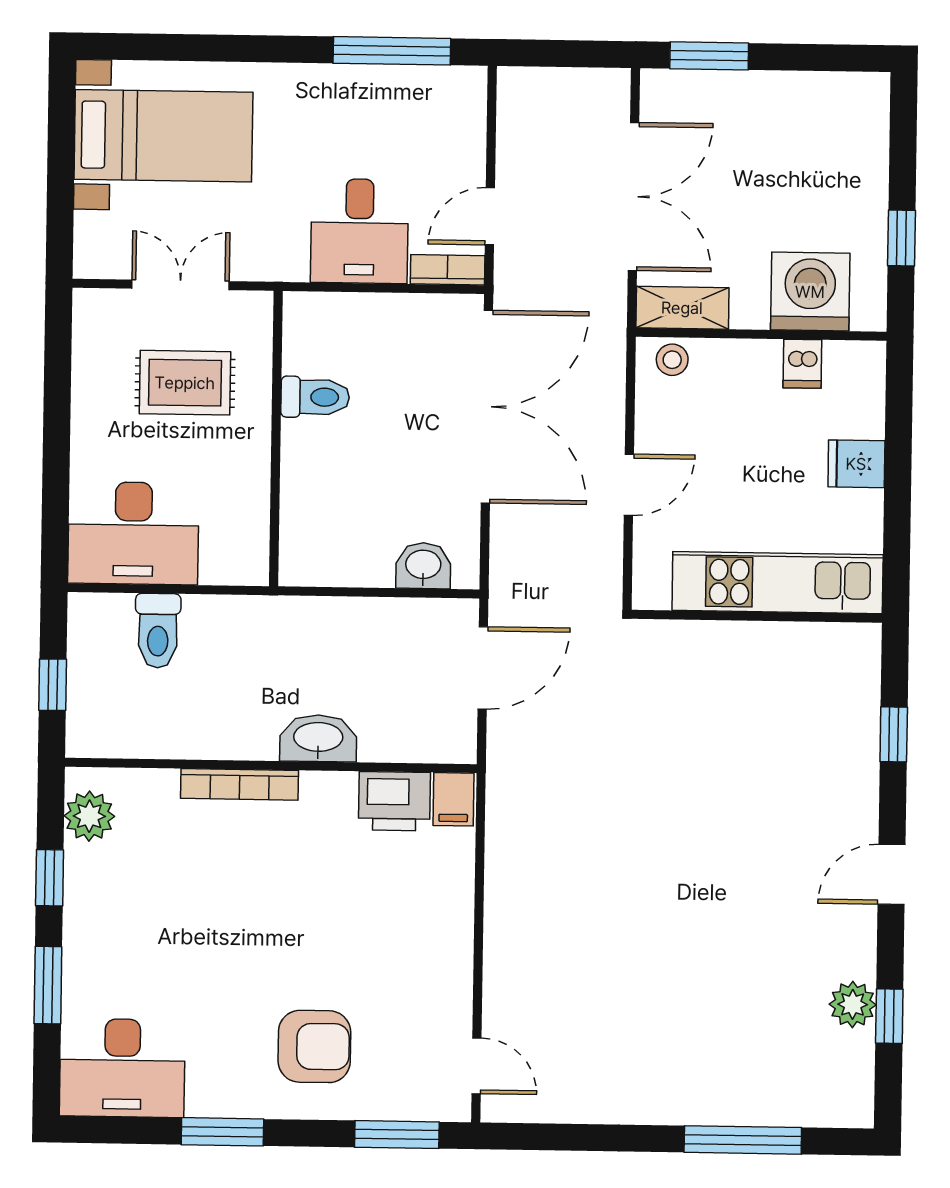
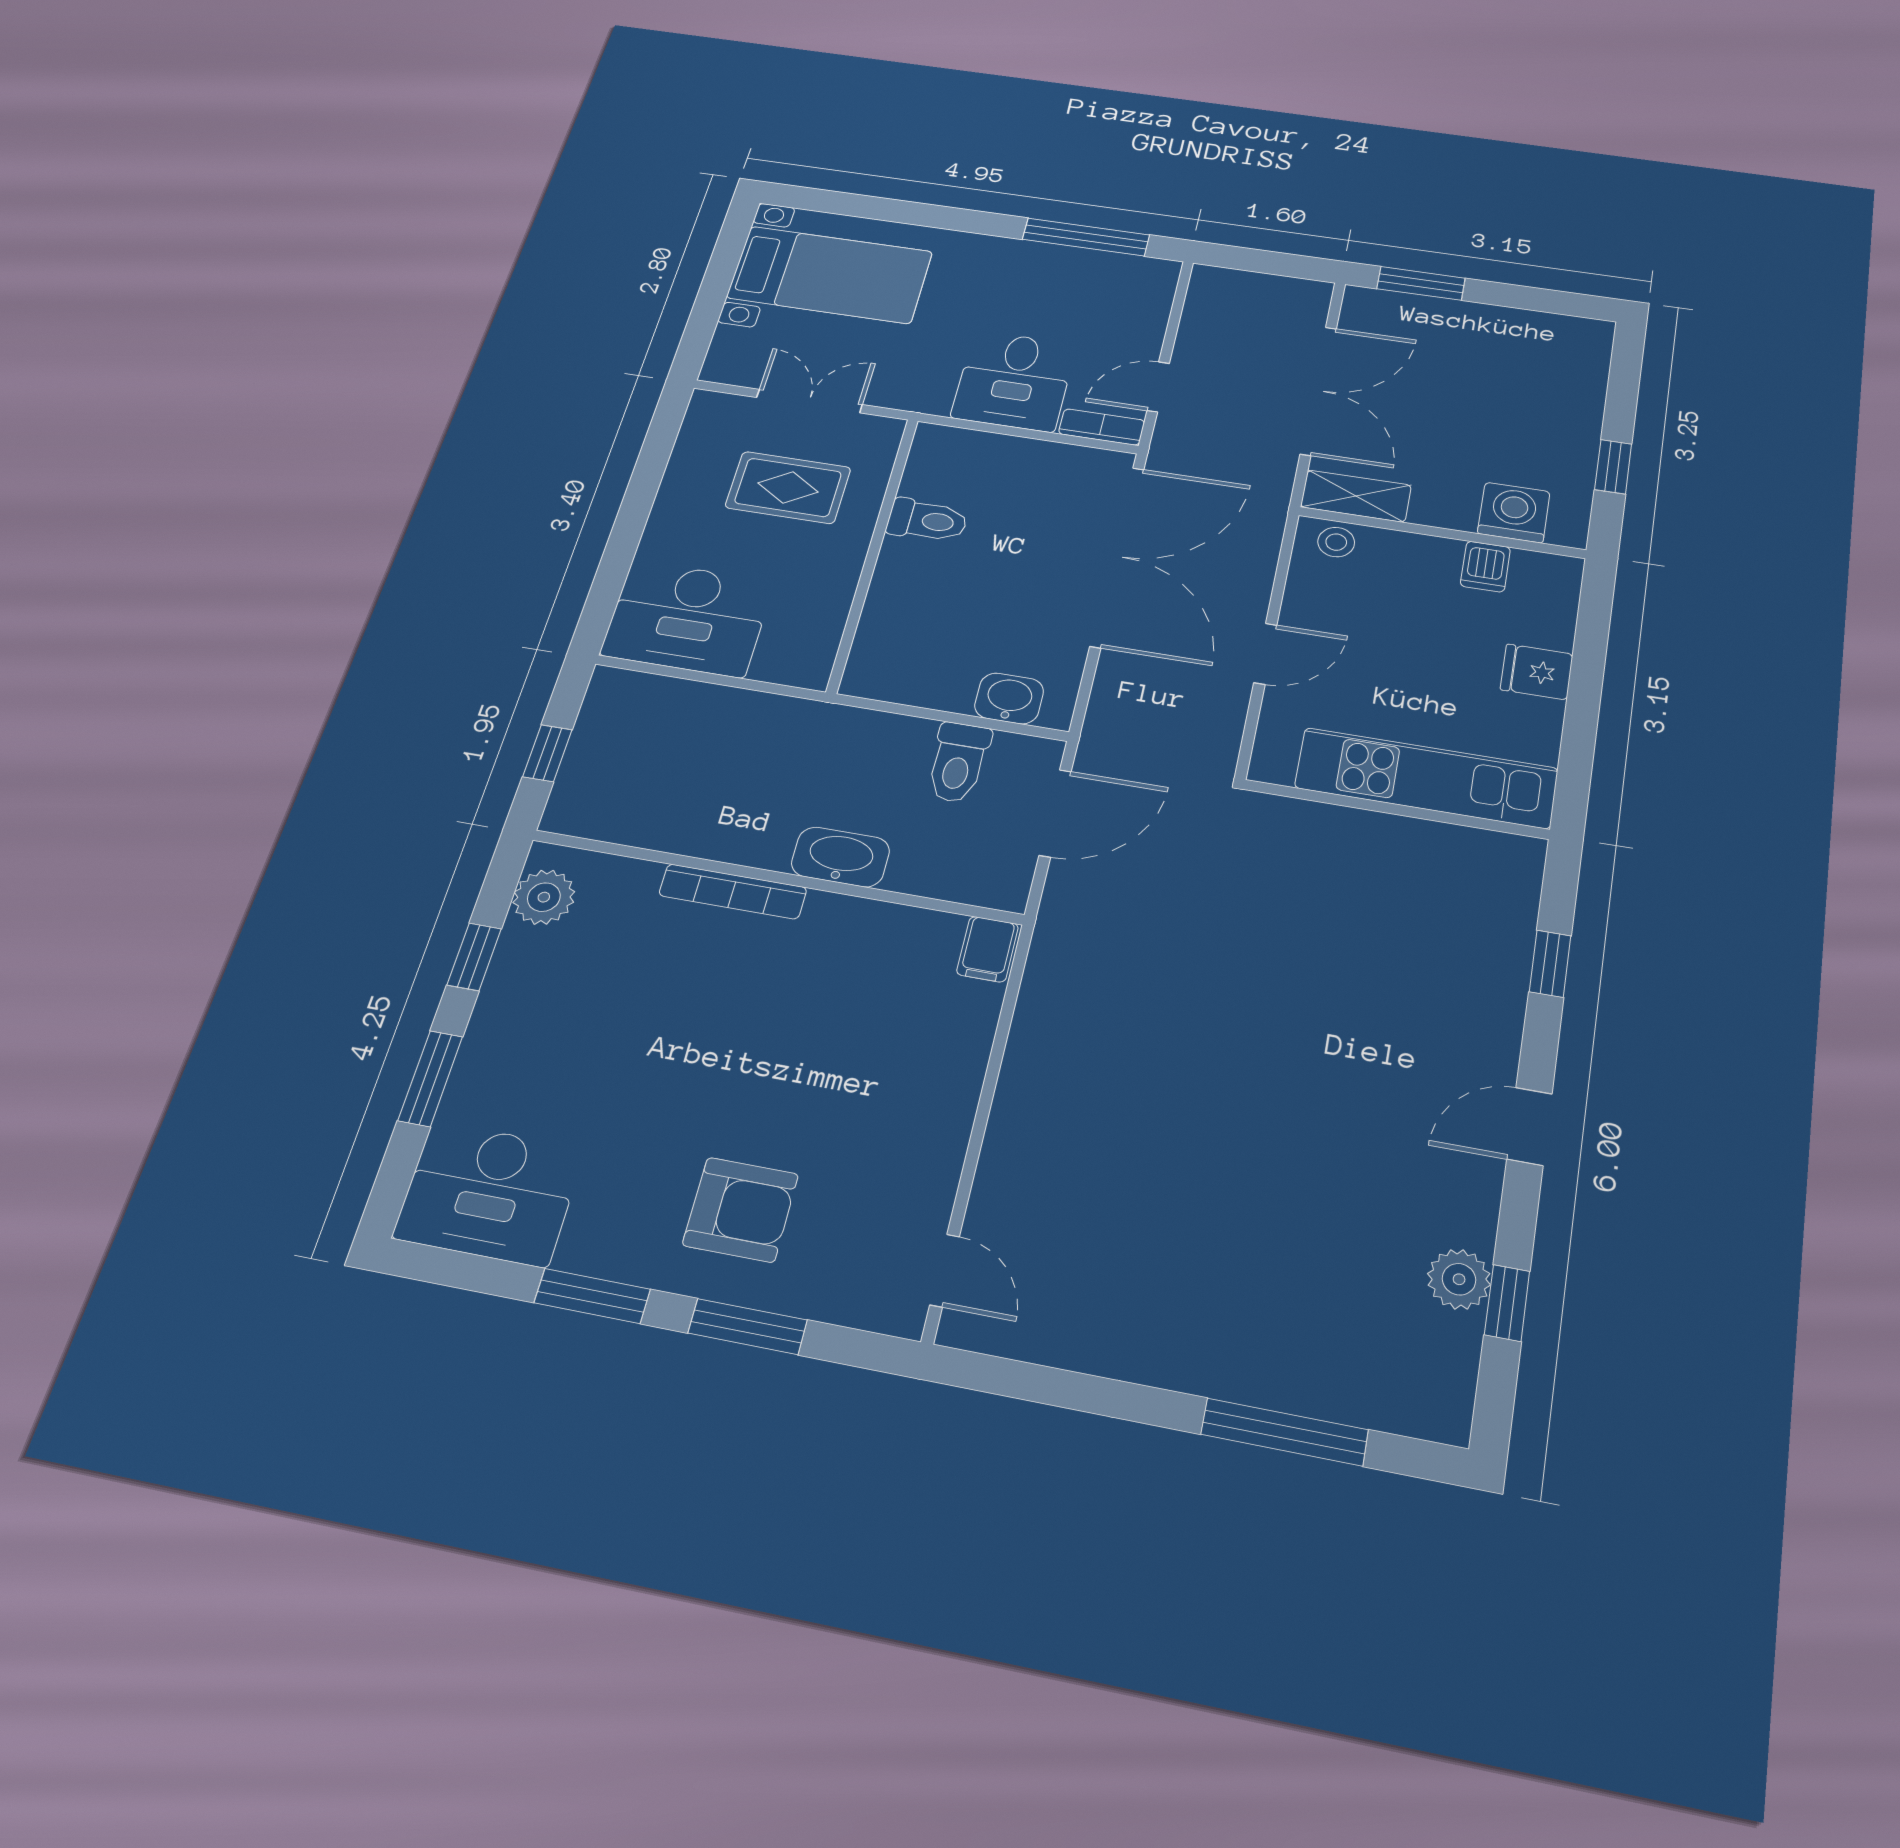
washing machine: (810, 292) -> (1514, 512), width x0.73, depth x0.73
toilet: (158, 631) -> (958, 762), moved
printer: (394, 801) -> (915, 940), removed
window: (397, 1135) -> (748, 1327), moved

